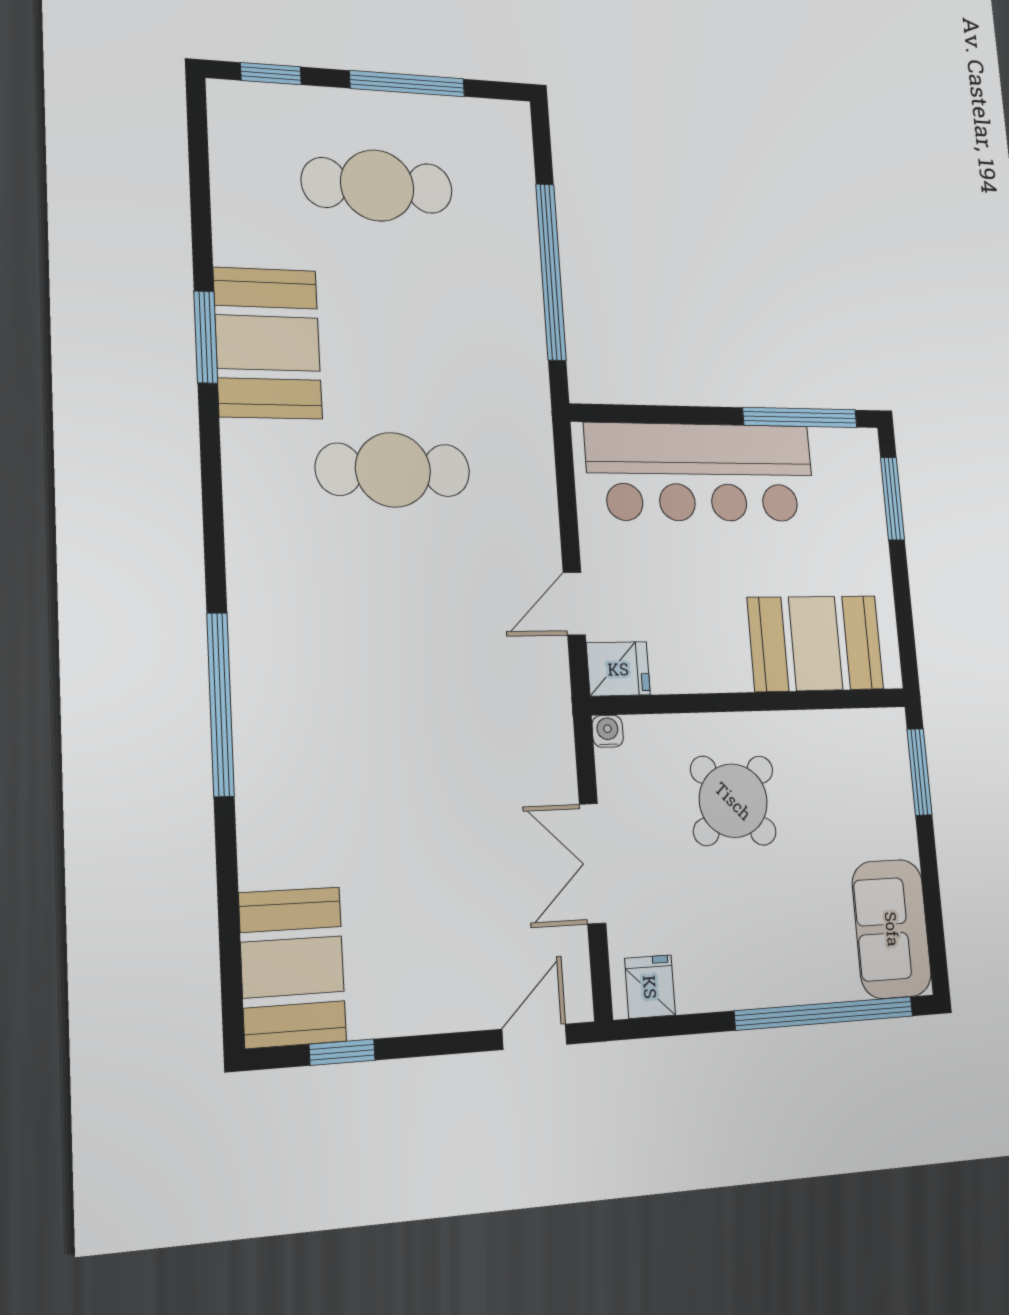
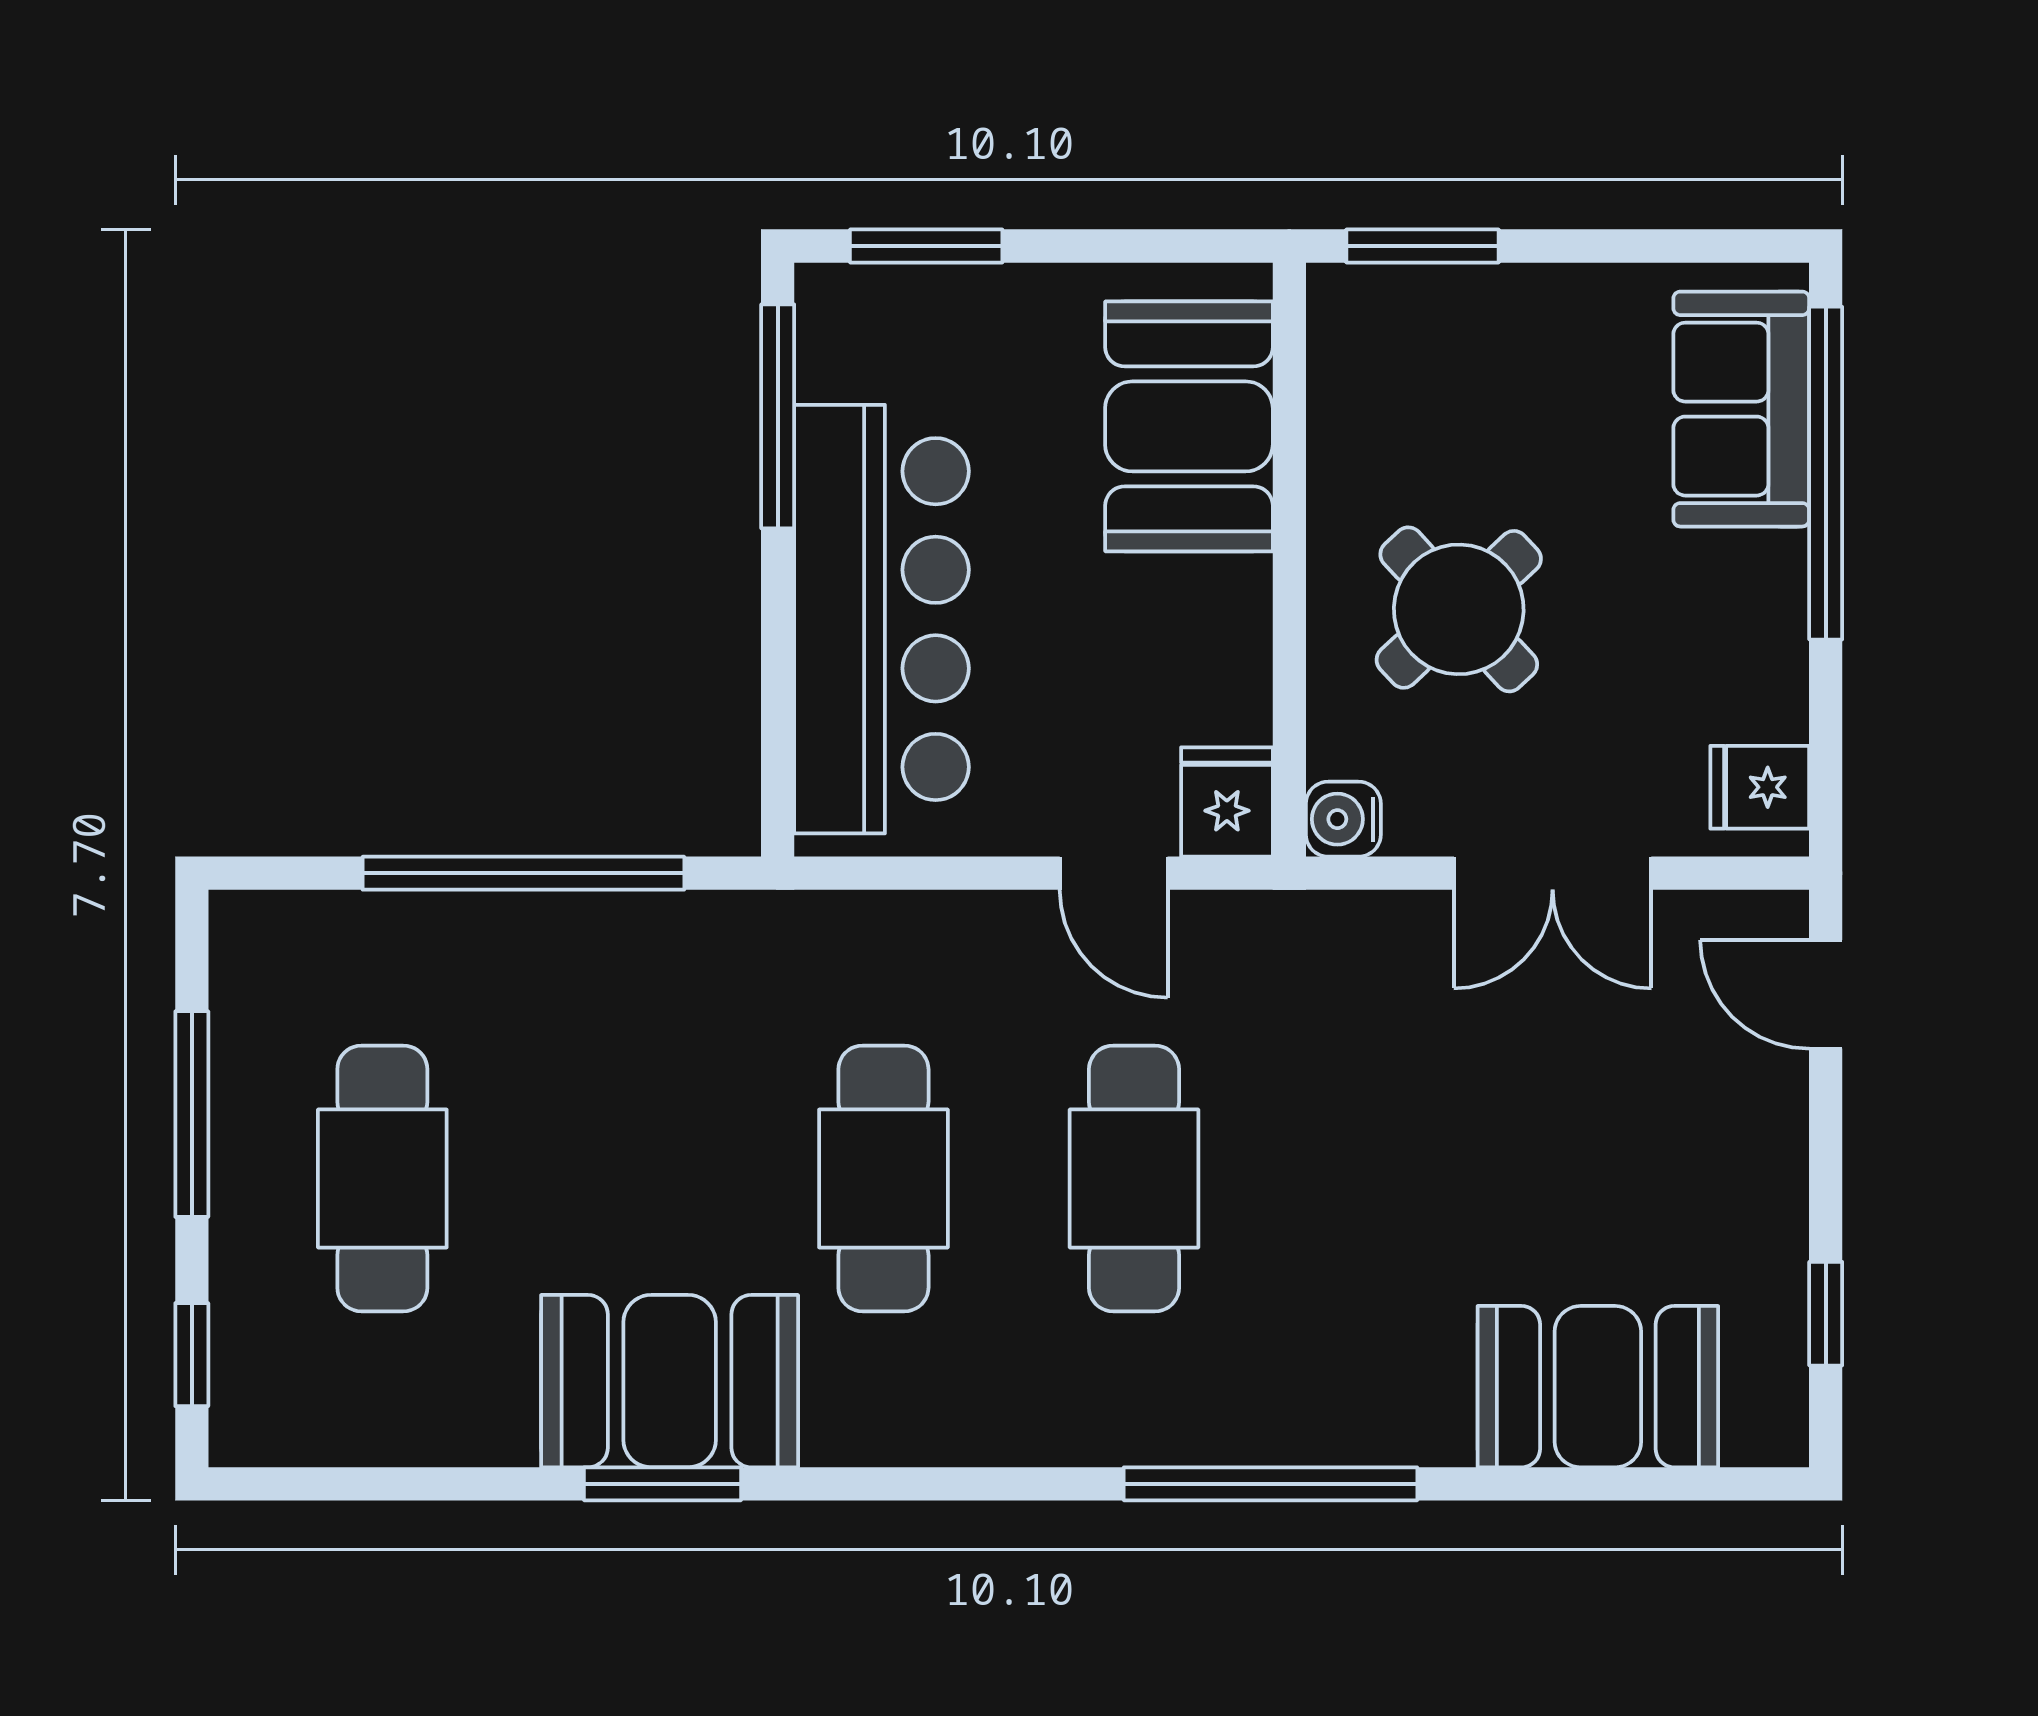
cafe table: (401, 617) -> (1134, 1178), added
water cooler: (608, 731) -> (1343, 819), width x1.38, depth x1.38
sofa: (892, 929) -> (1741, 409), moved, turned 90
booth: (292, 967) -> (1598, 1387), moved

